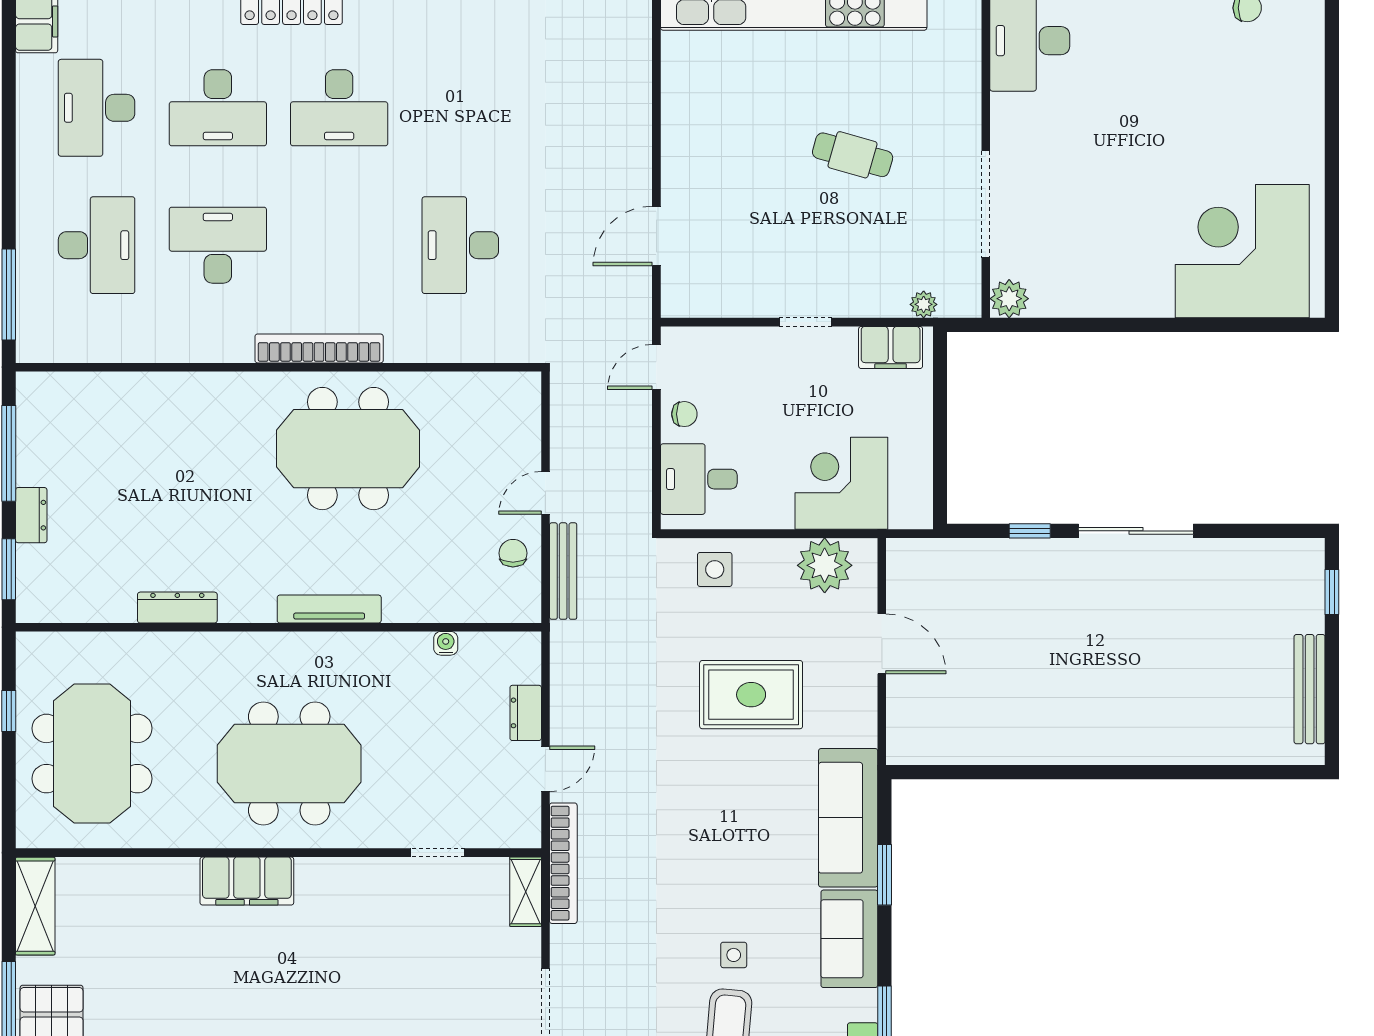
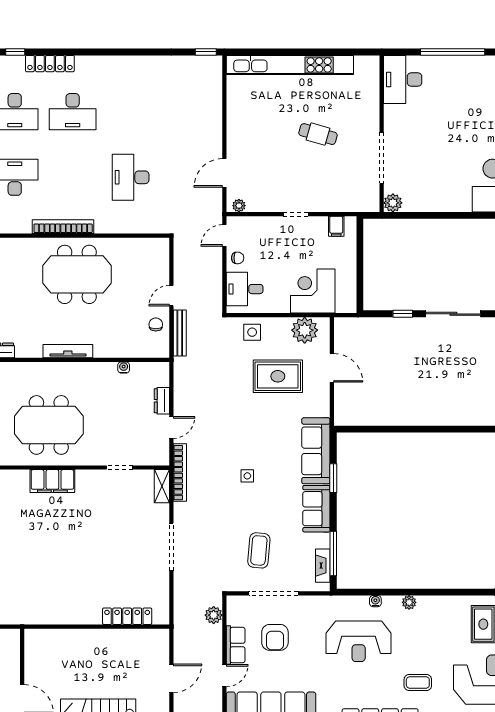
plant: (924, 304) -> (239, 206), moved
filing cabinet: (891, 347) -> (336, 226), width x0.50
rug: (751, 695) -> (278, 376), moved
filing cabinet: (247, 881) -> (52, 481), moved
side table: (734, 955) -> (247, 476), moved

